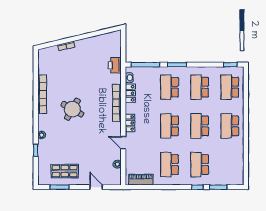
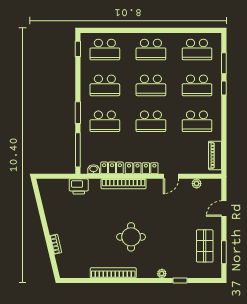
round table: (72, 109) -> (131, 237), turned -30
locker: (130, 123) -> (142, 168), width x1.53
school desk: (230, 165) -> (197, 49), added

